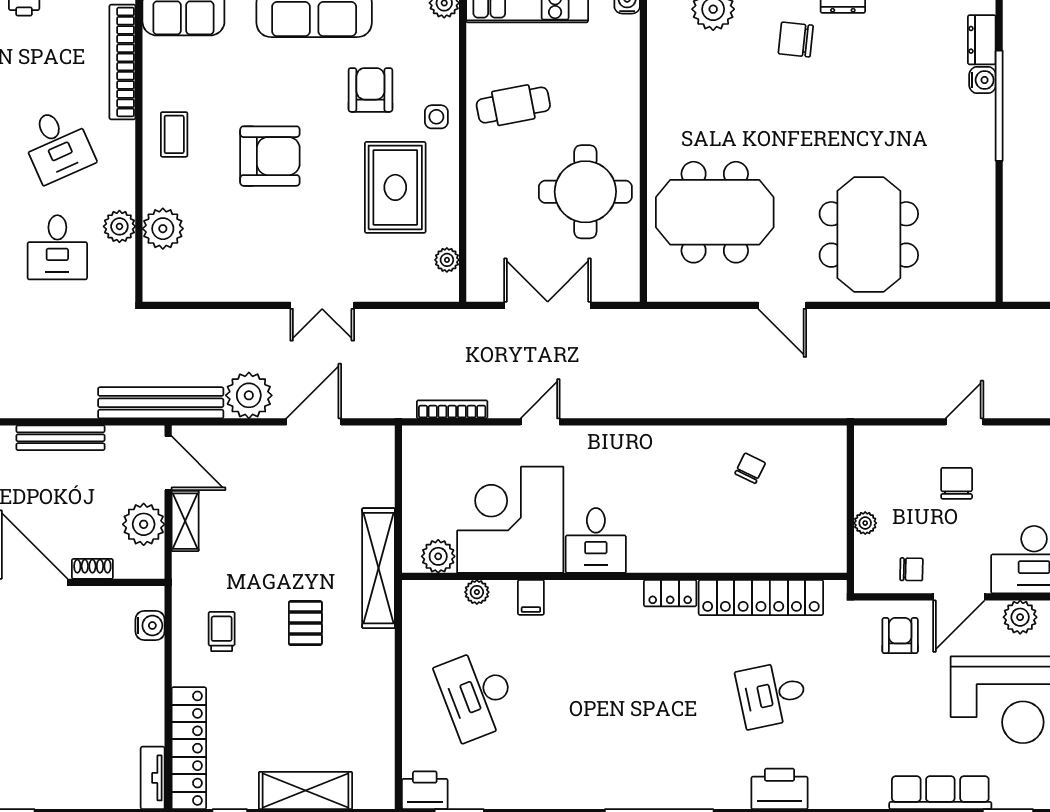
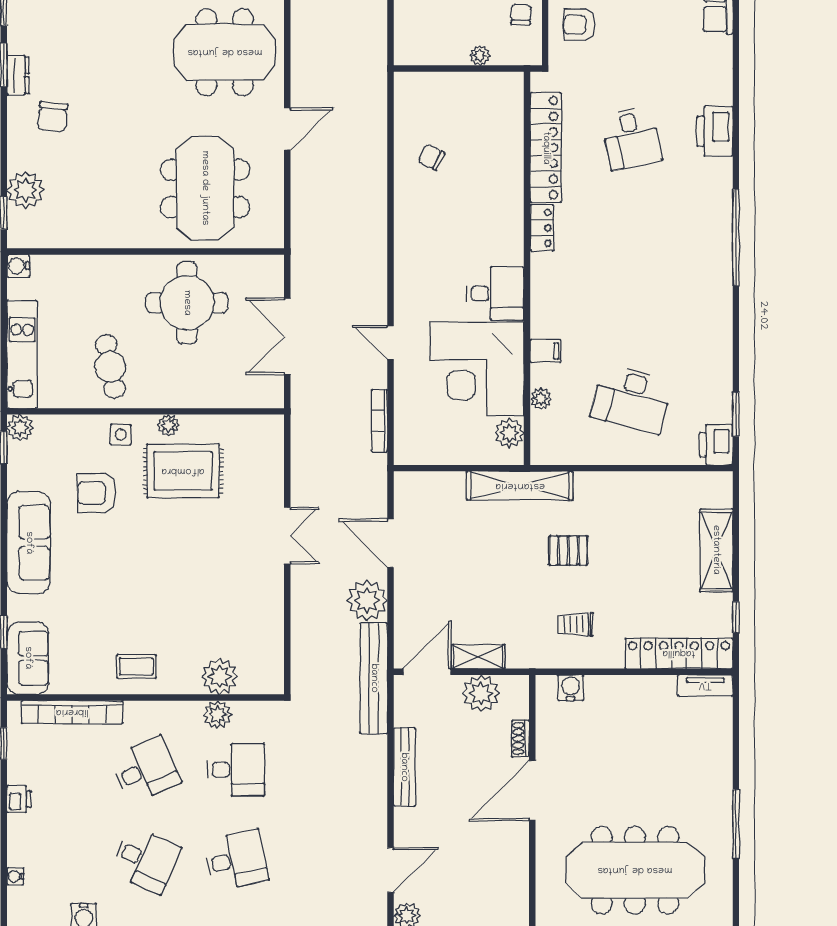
armchair: (270, 156) -> (155, 582), removed
plant: (447, 260) -> (168, 425), moved
desk: (477, 695) -> (631, 399), turned 36

